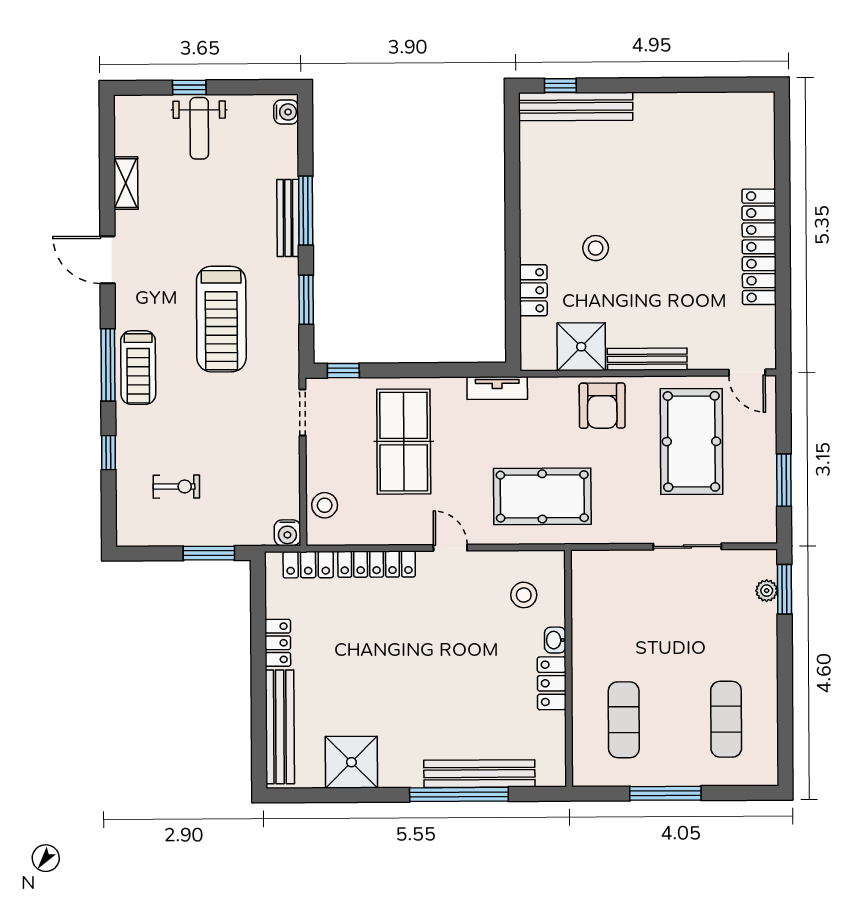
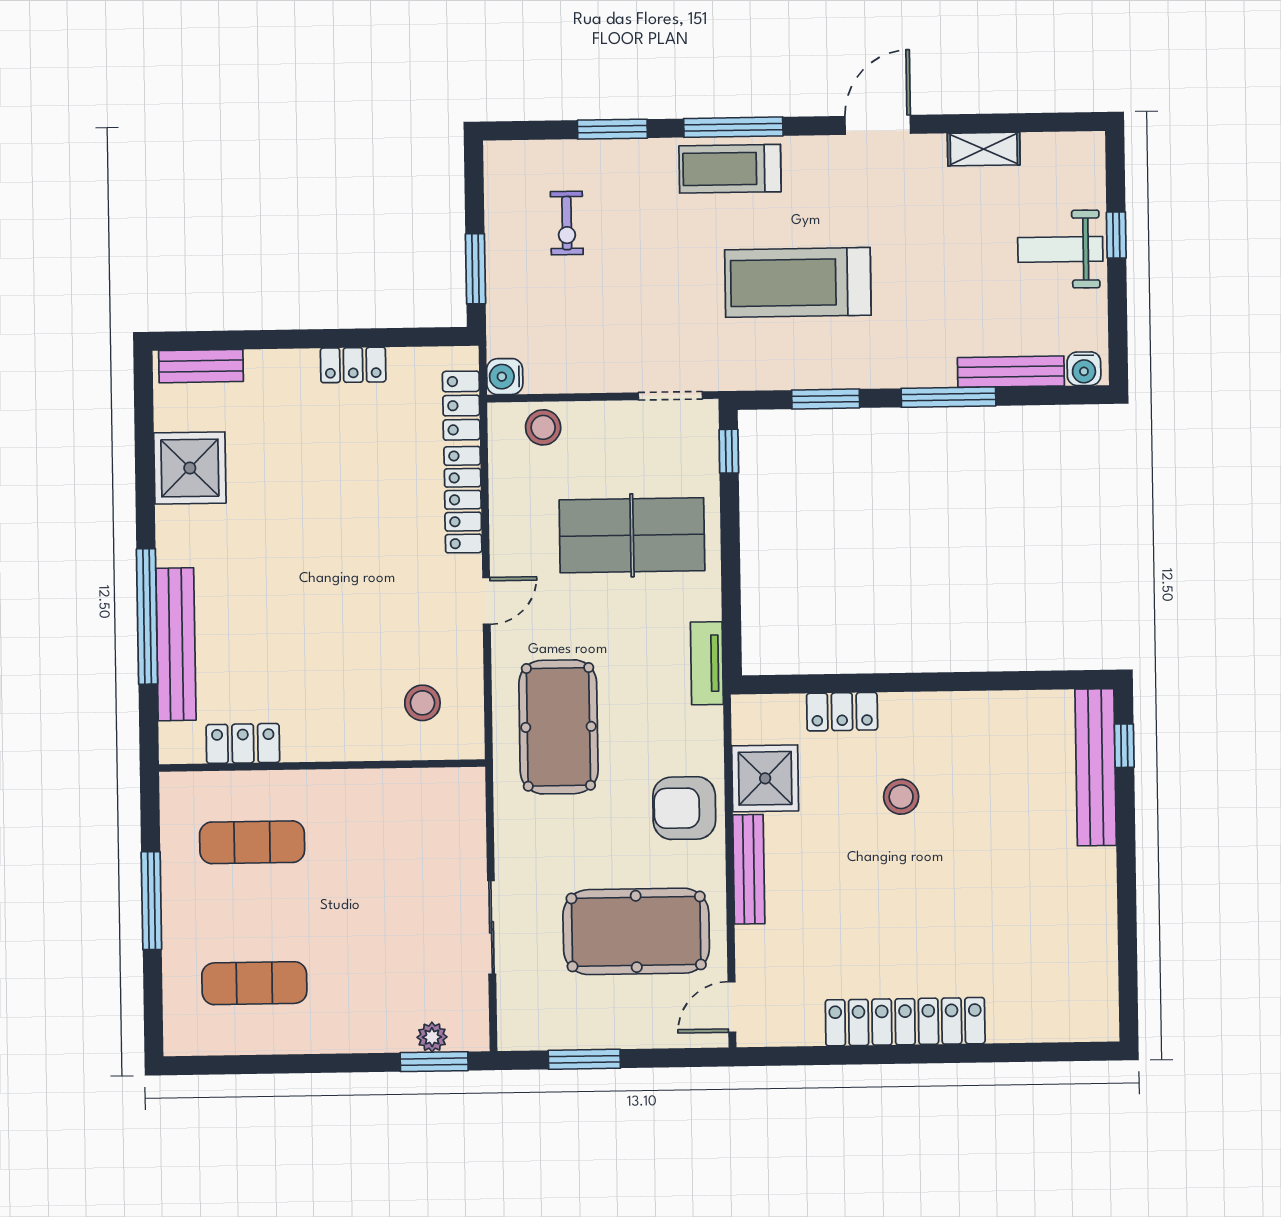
bench: (288, 218) -> (1011, 372), moved
window: (109, 453) -> (612, 129), width x1.50
washbasin: (555, 640) -> (361, 747), removed
locker: (552, 683) -> (243, 743), moved
bench: (280, 727) -> (201, 366), width x0.54, depth x0.82

